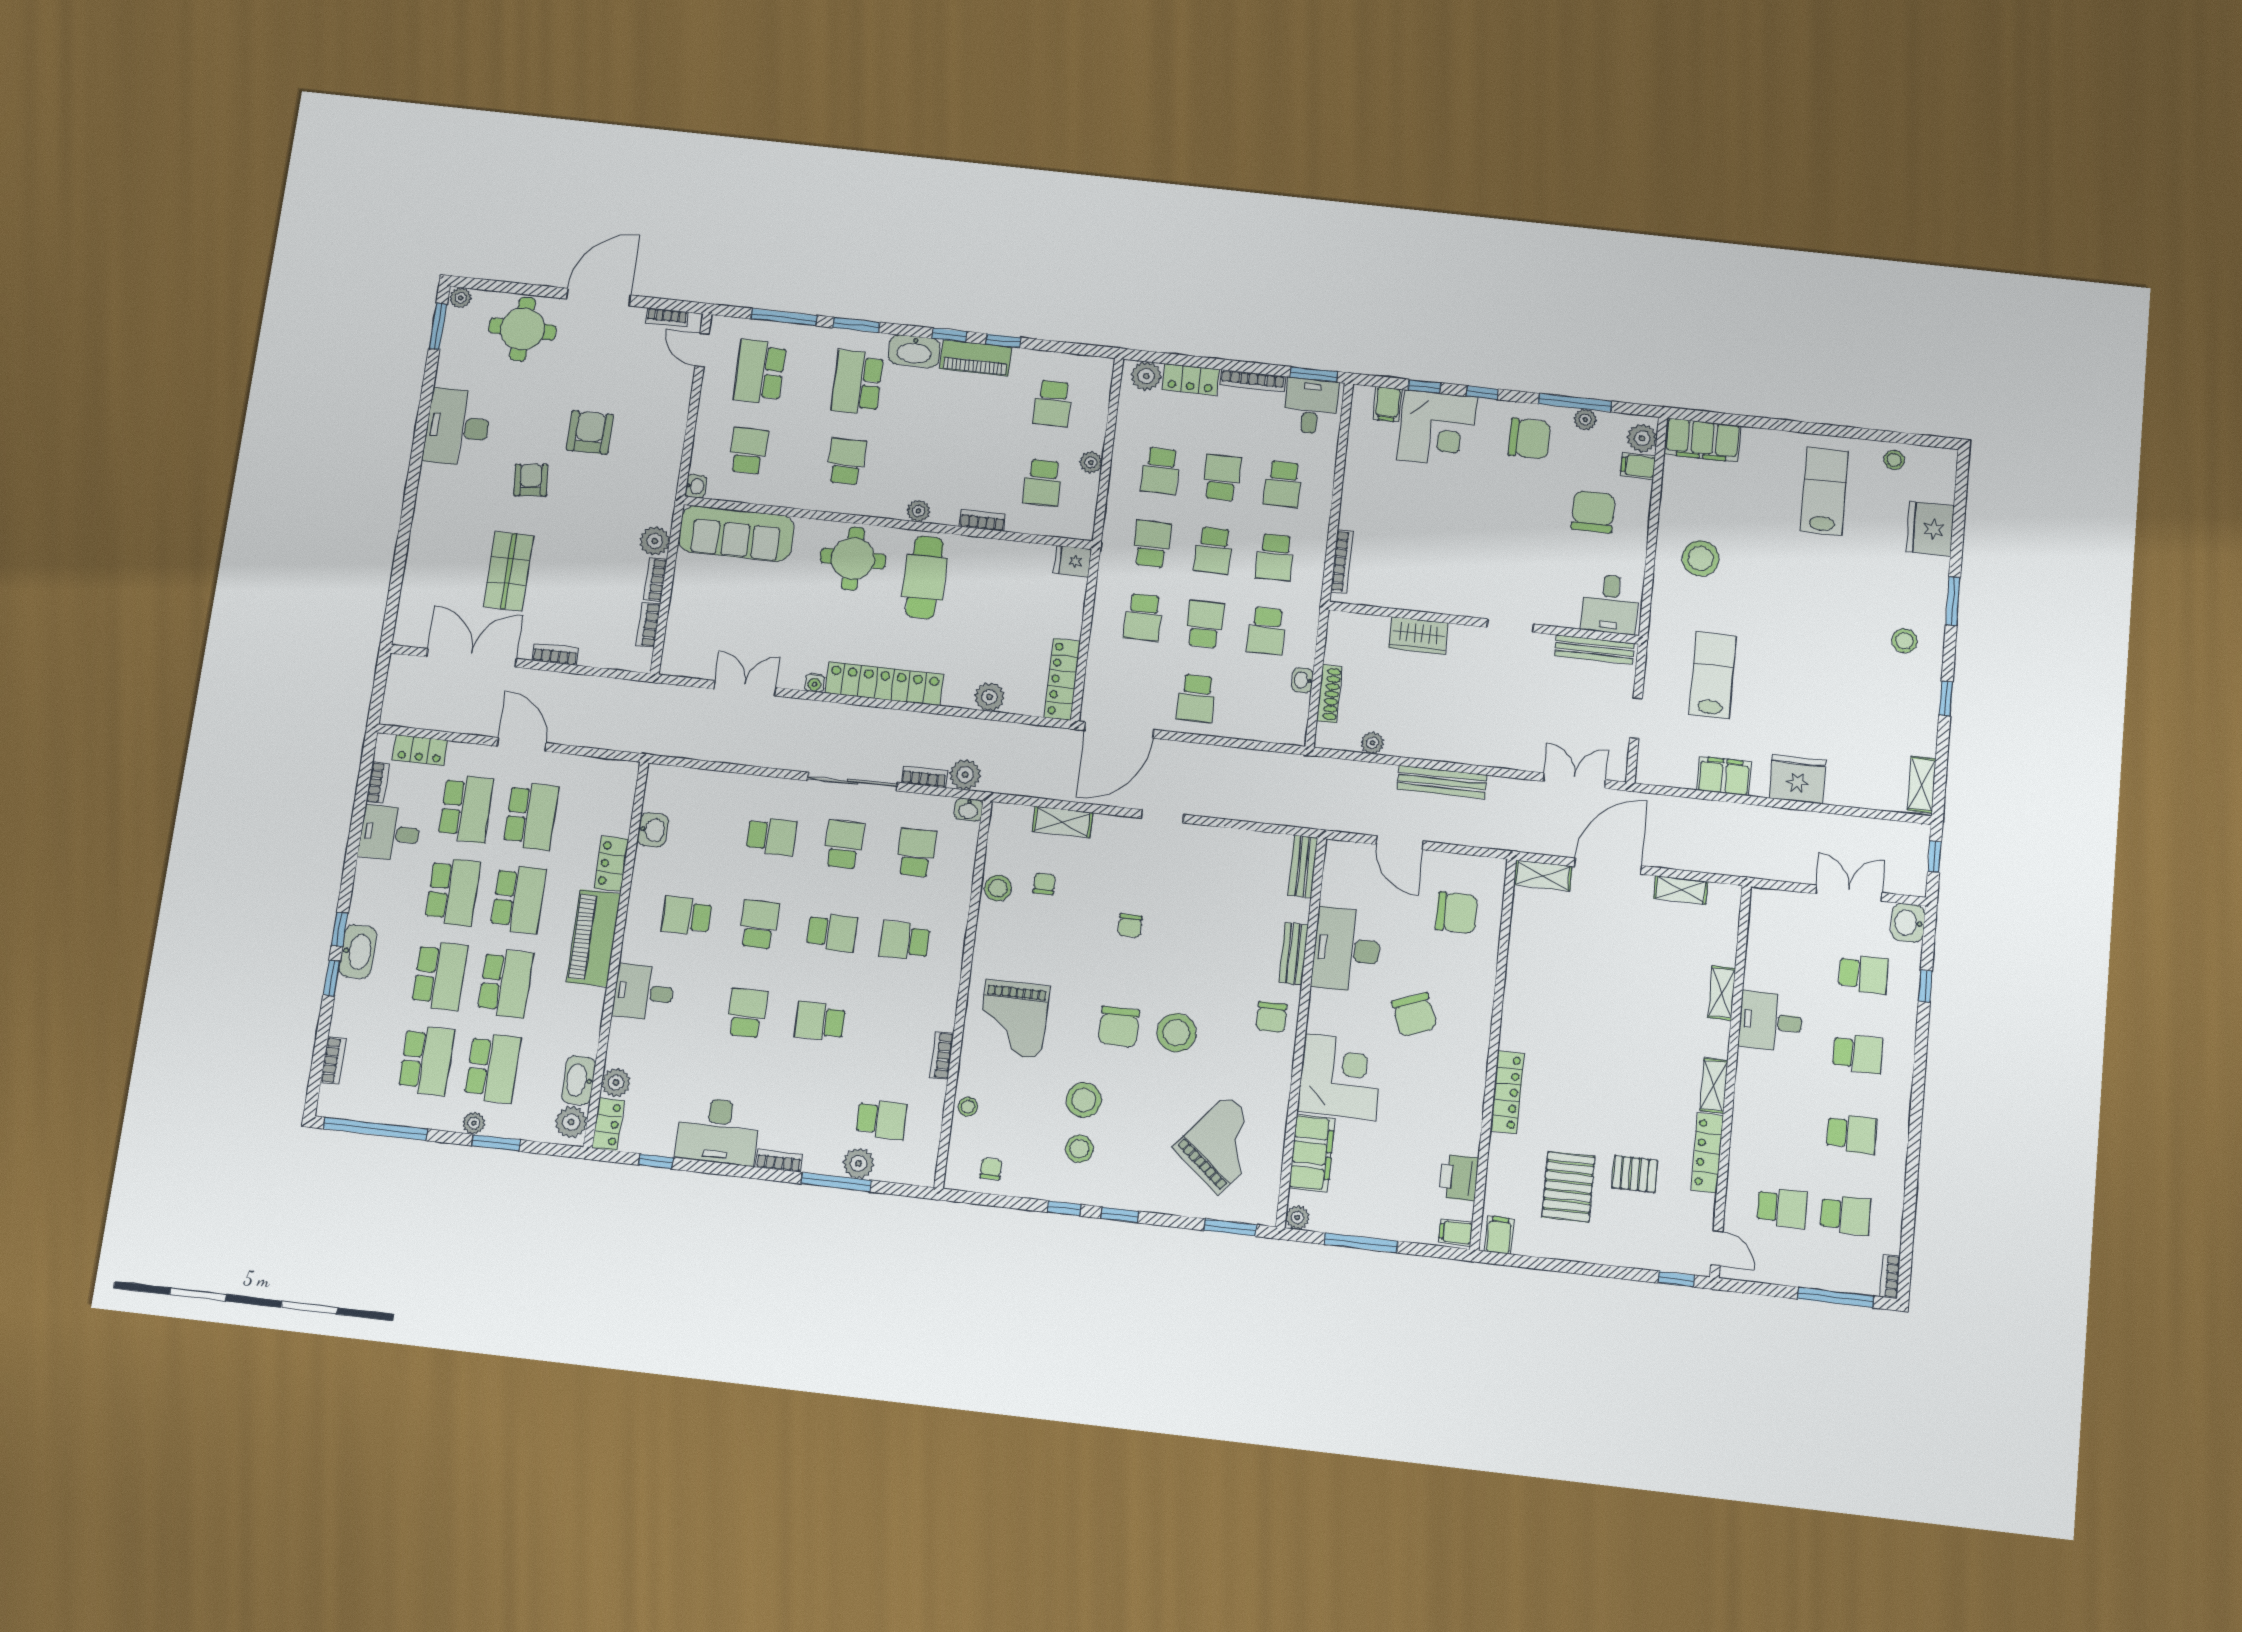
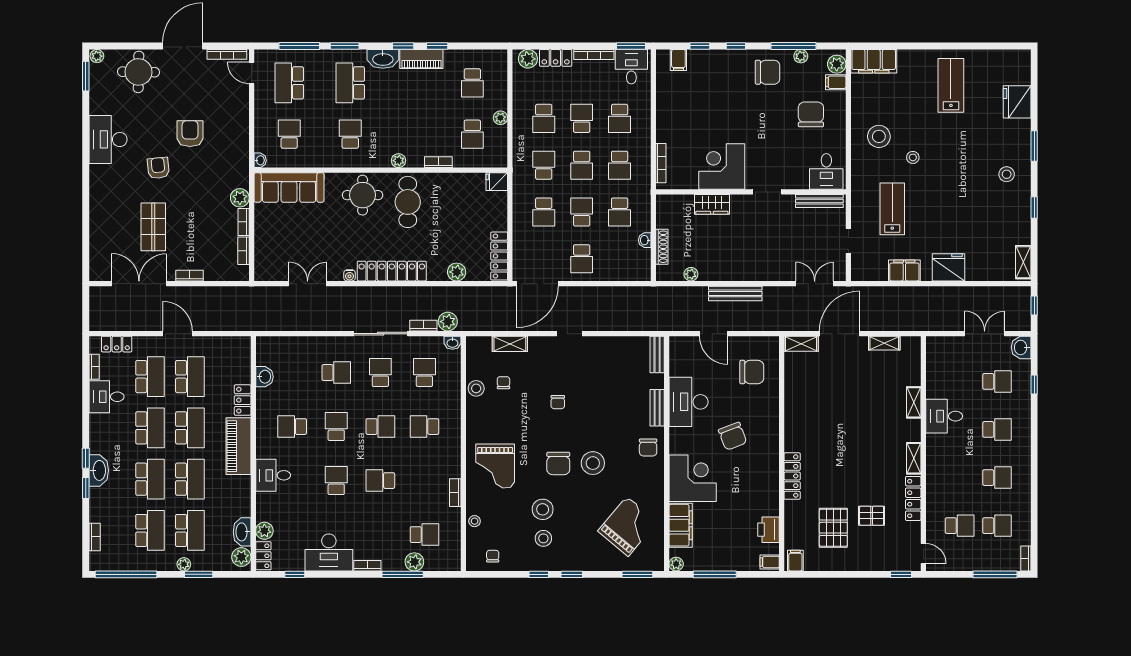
bookcase: (667, 317) -> (227, 54), width x1.56
corner desk: (1437, 429) -> (722, 167), moved, turned 180
stool: (1894, 460) -> (913, 157), moved

